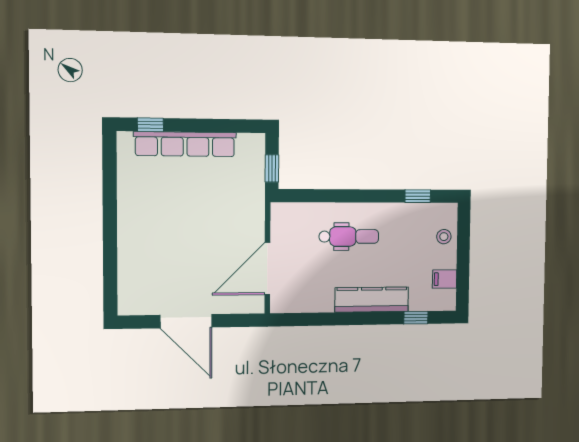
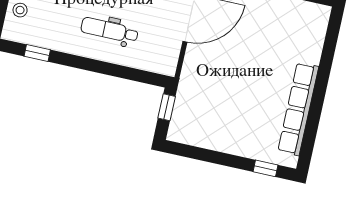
row of seats: (185, 144) -> (298, 109), moved, turned -90

